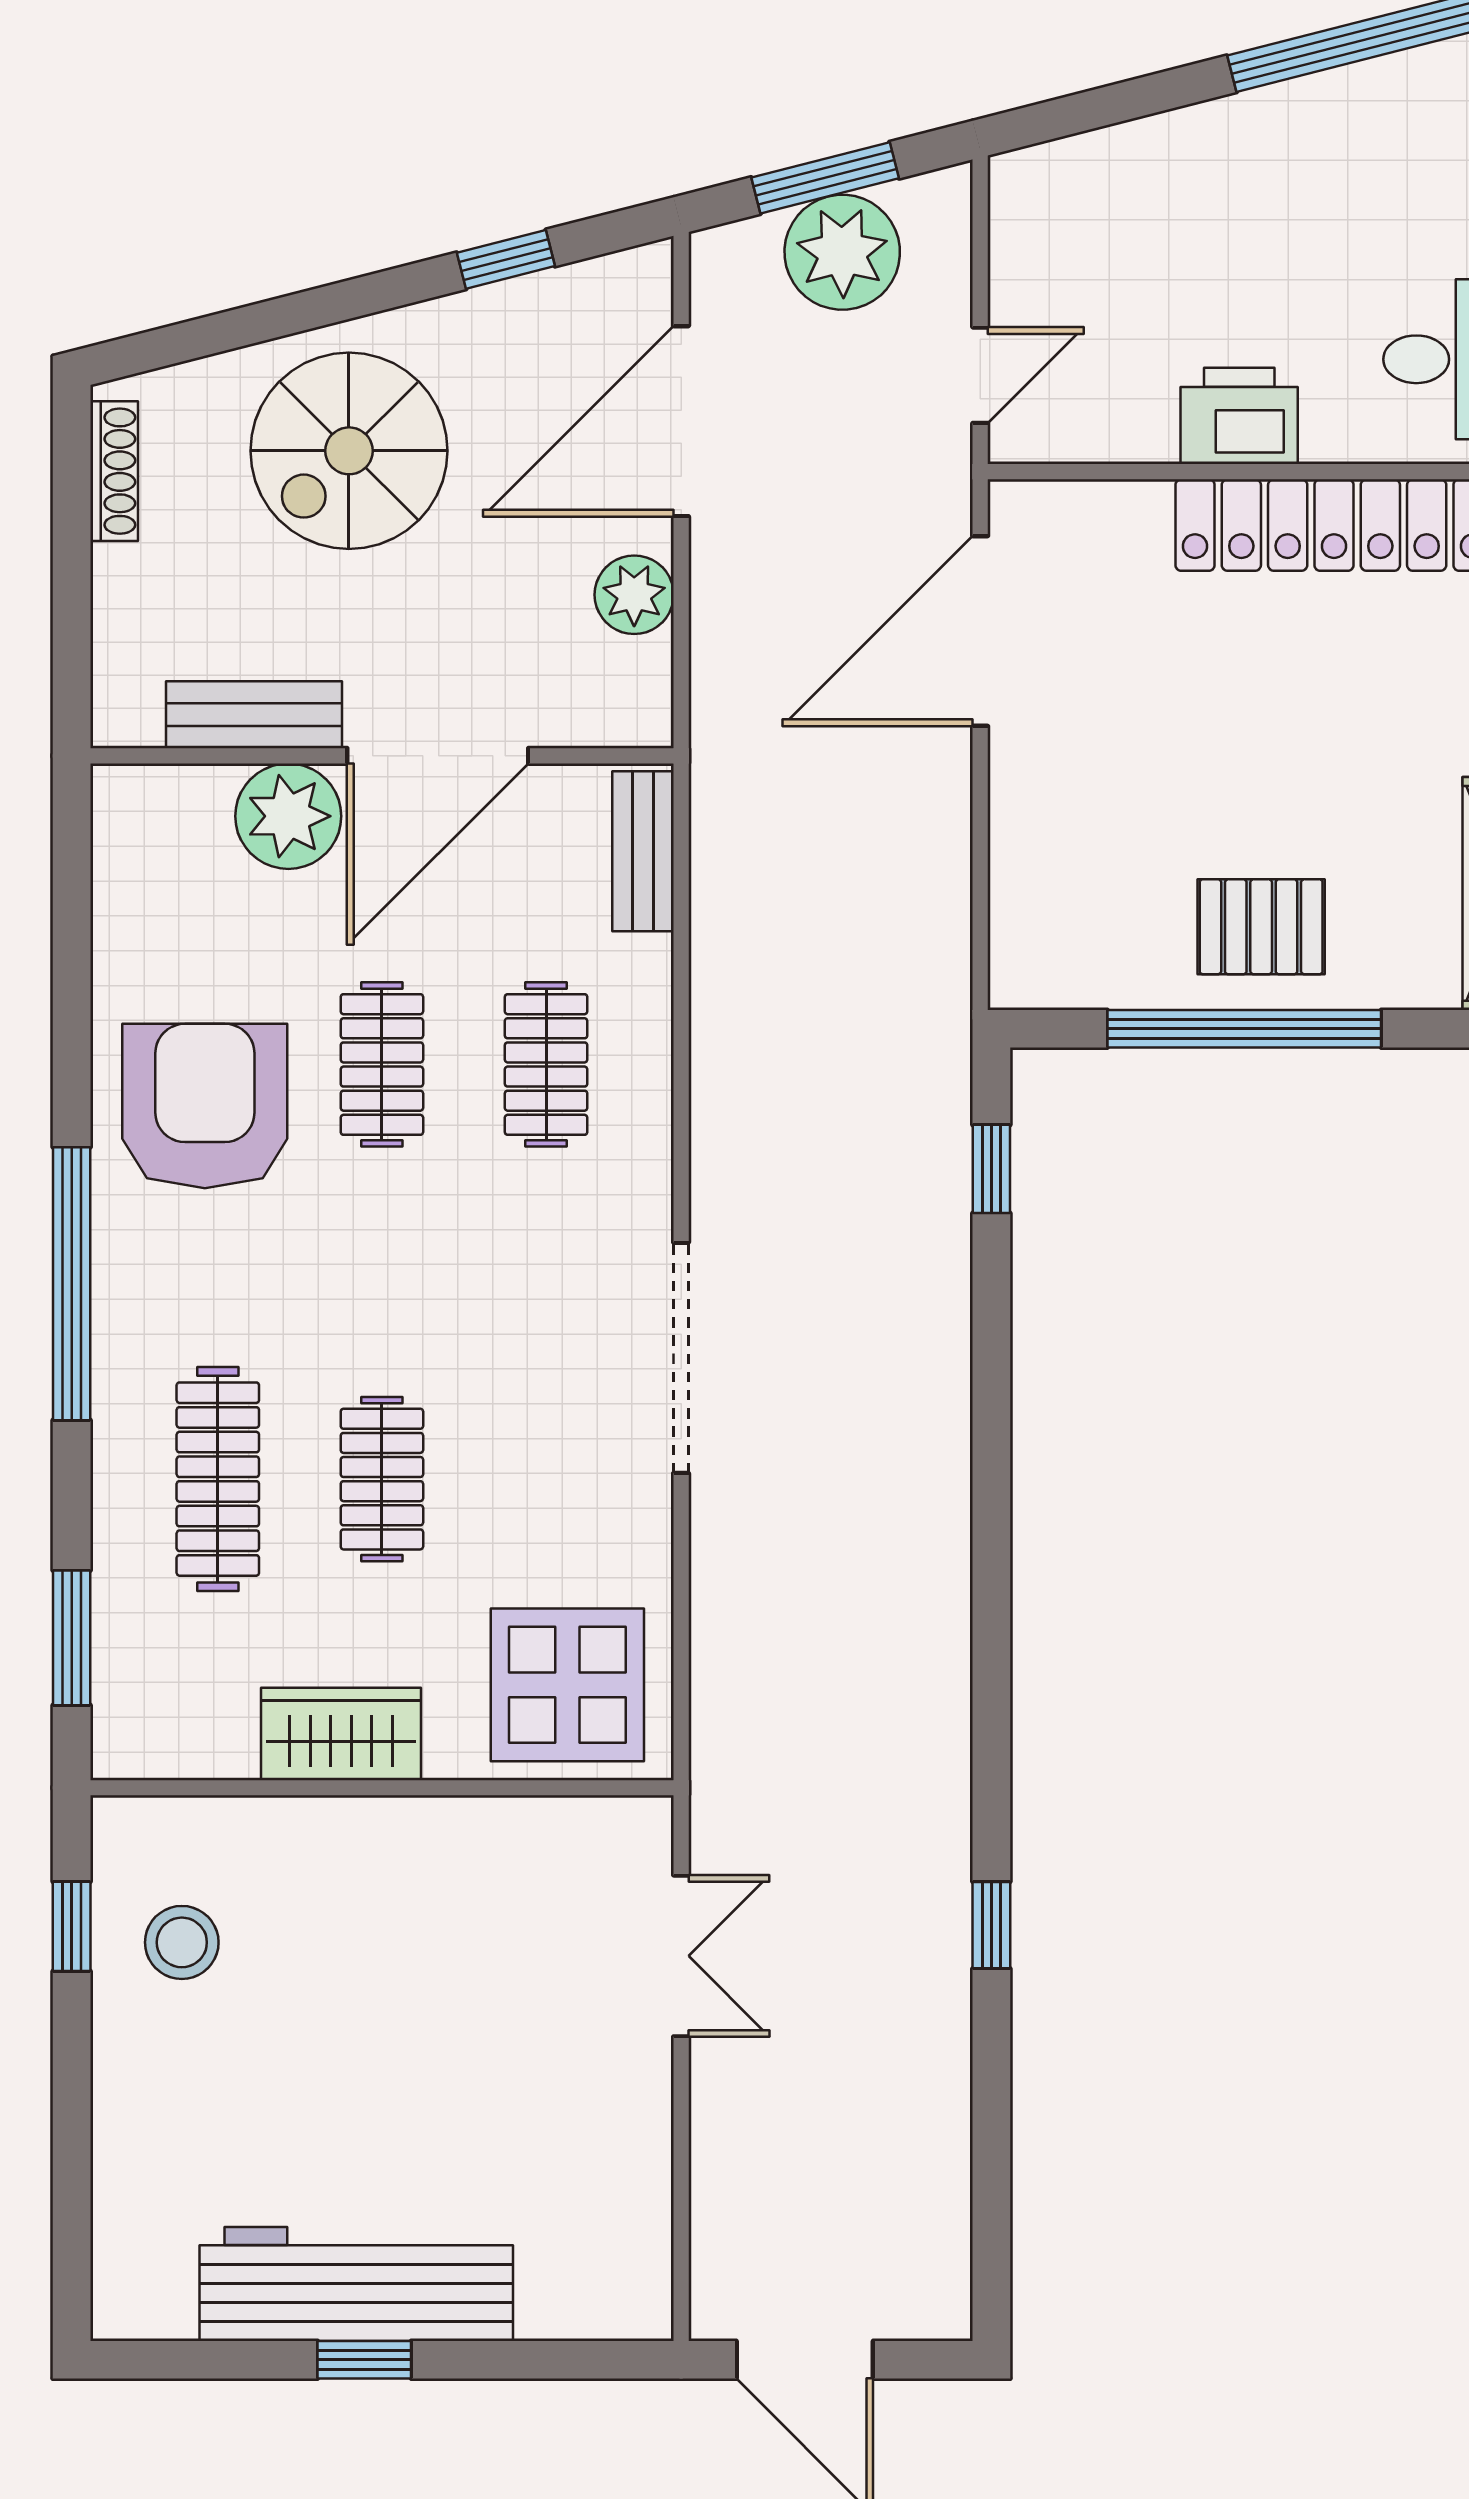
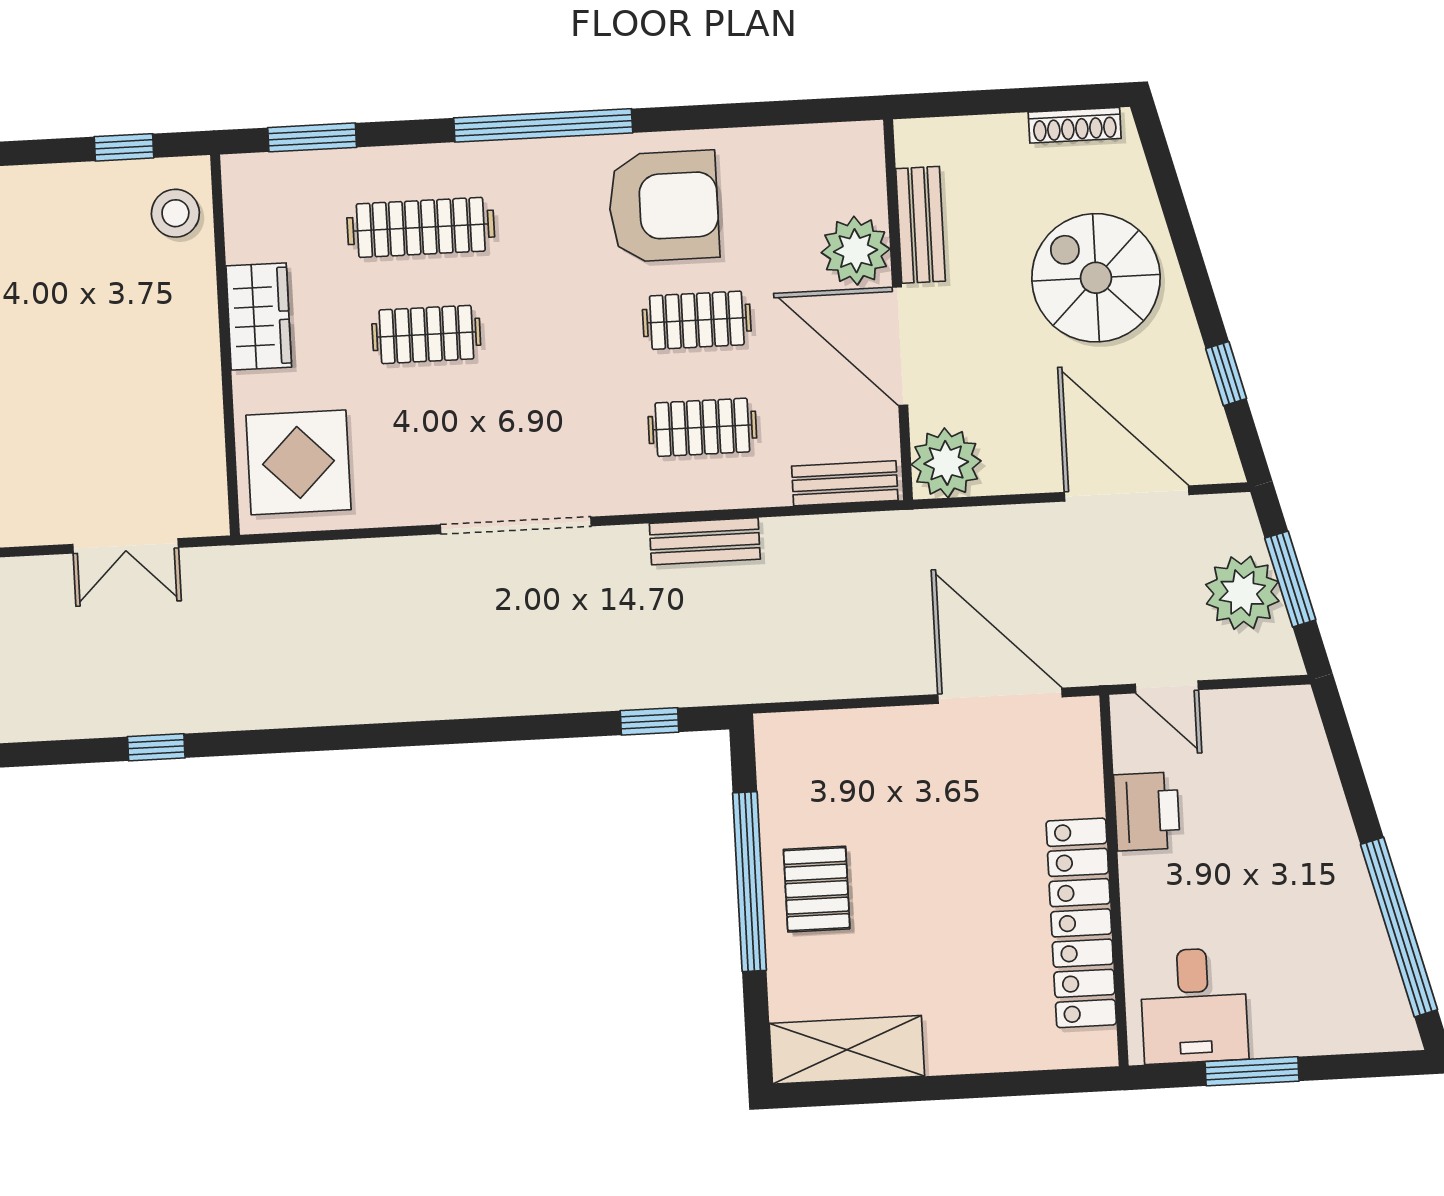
printer: (1239, 416) -> (1147, 811), moved
plant: (634, 595) -> (946, 463), moved, width x1.36, depth x1.36
bench: (720, 1070) -> (705, 541), added
stool: (182, 1942) -> (175, 213), moved

